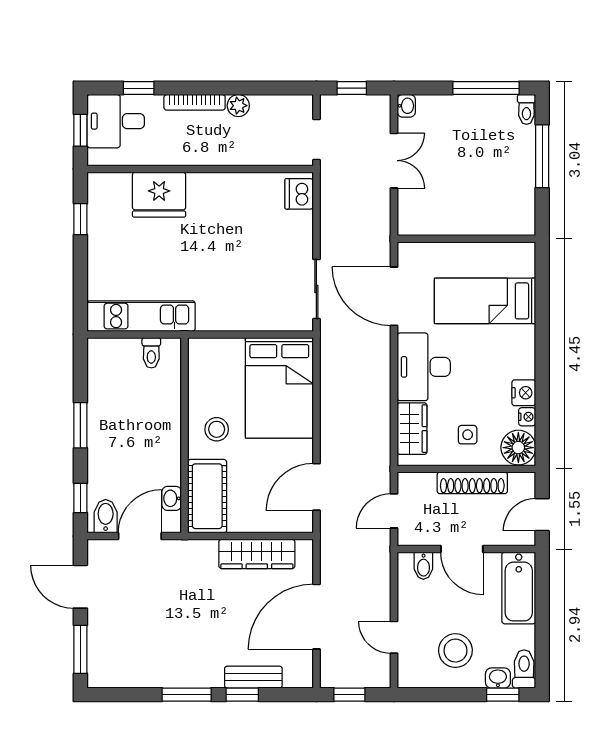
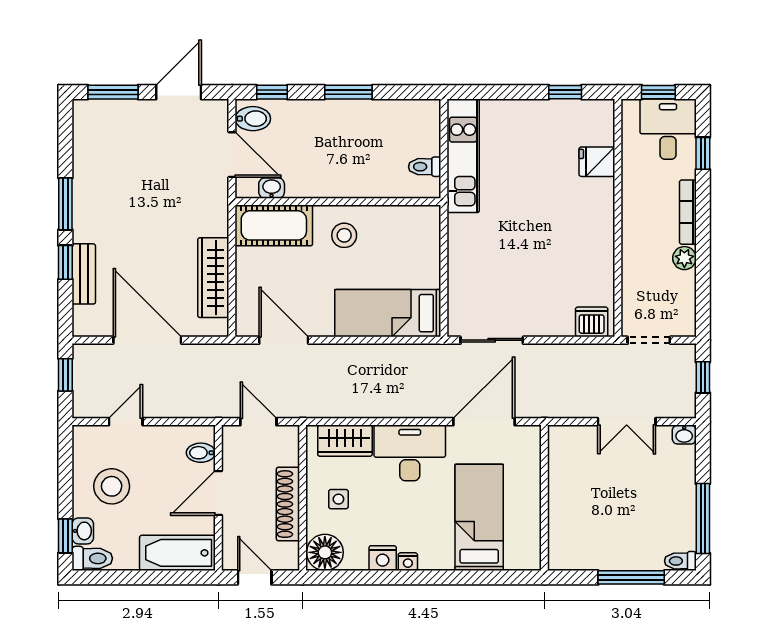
fridge: (159, 195) -> (597, 162), width x0.53, depth x0.75
bed: (279, 388) -> (388, 313), width x0.67
nightstand: (527, 417) -> (408, 562), moved

